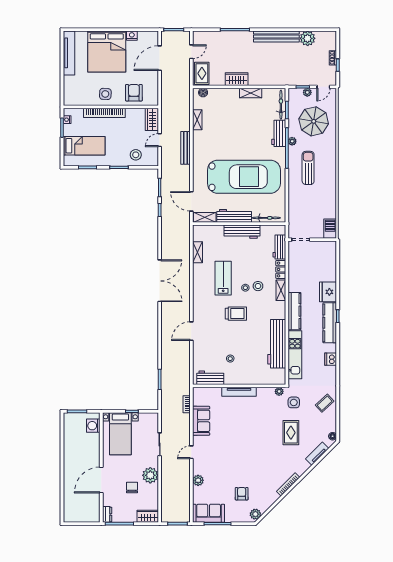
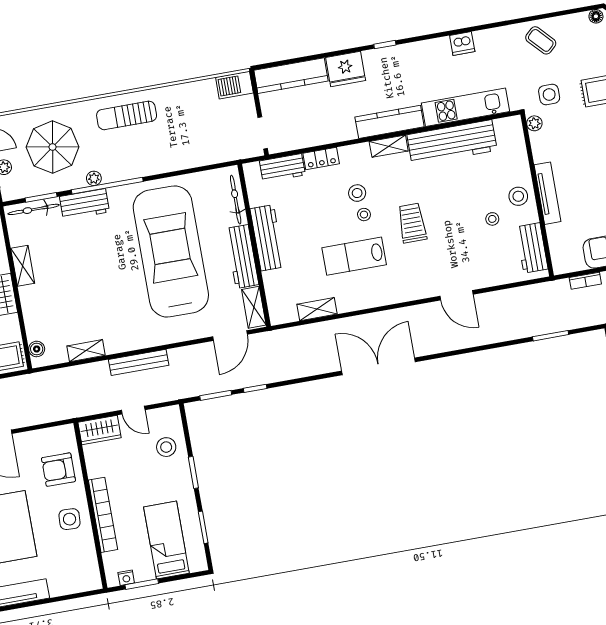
sun lounger: (308, 168) -> (127, 115), moved
shelving: (281, 290) -> (389, 146), moved
kitchen counter: (330, 323) -> (291, 76), moved
stool: (240, 375) -> (518, 196), added

